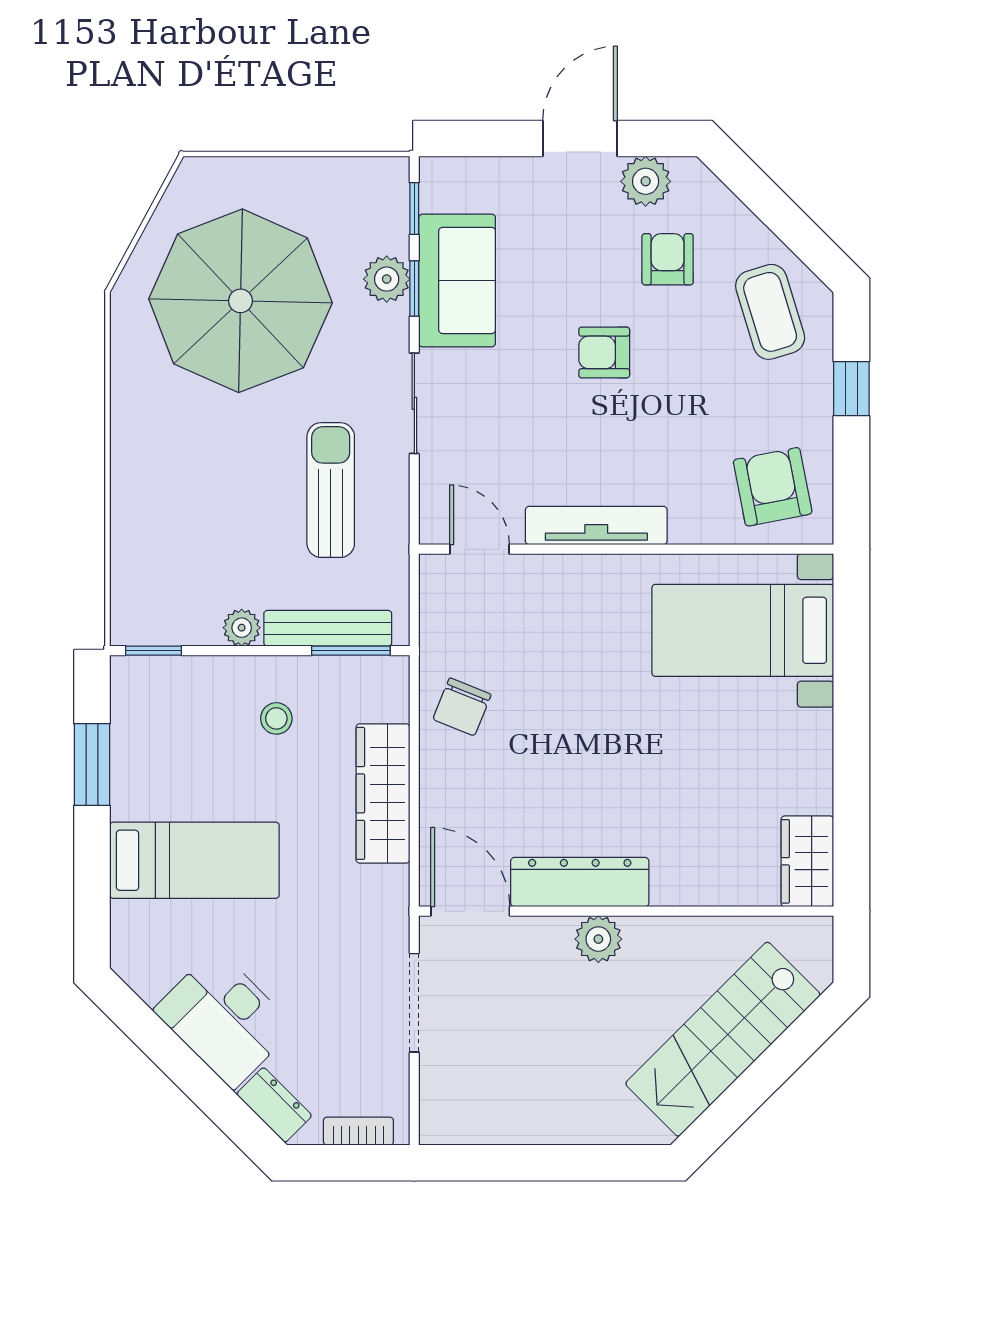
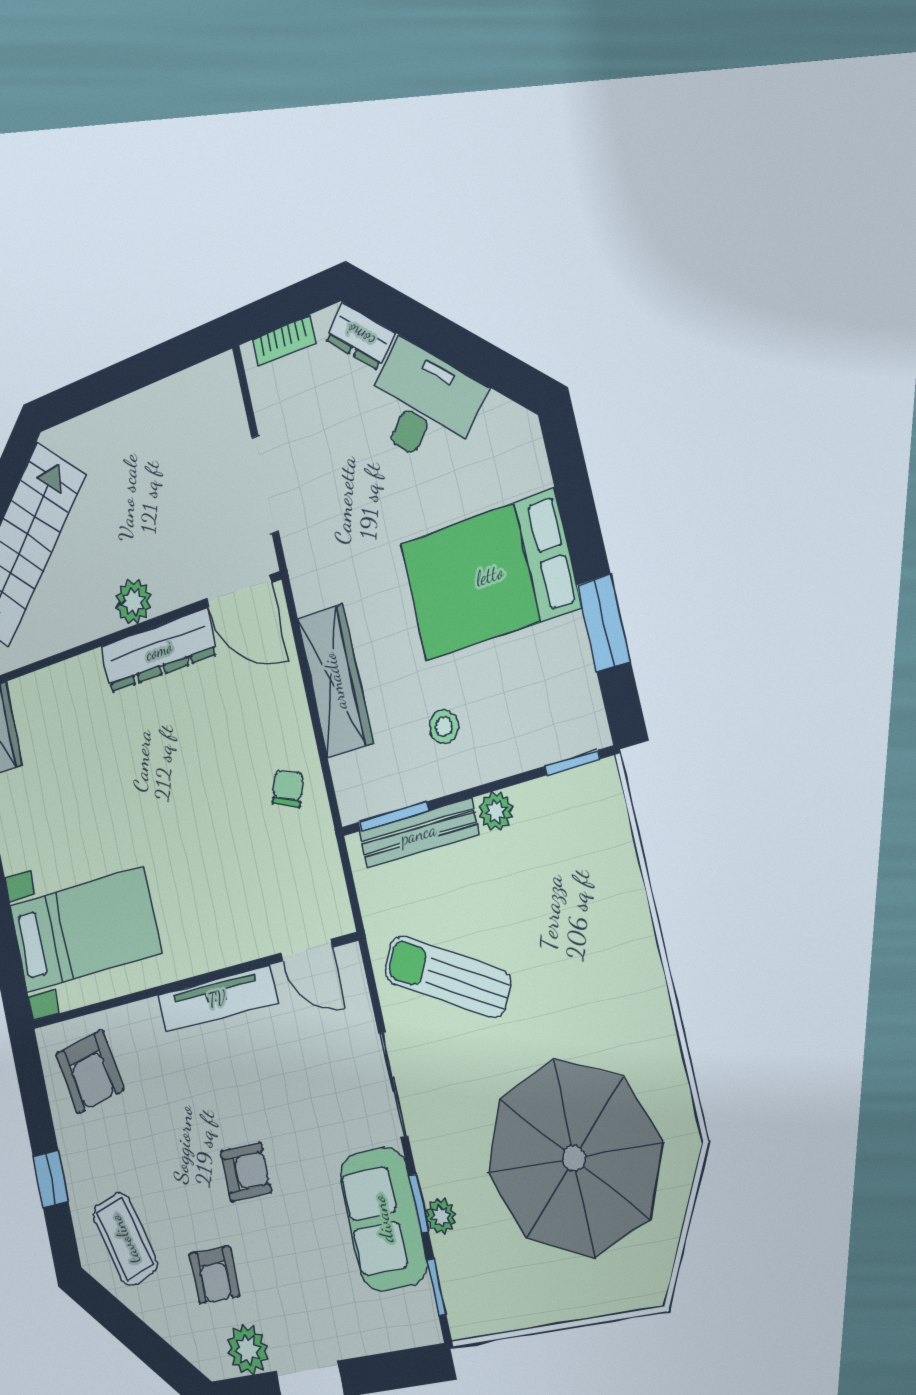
plant: (387, 279) -> (441, 1216), width x0.73, depth x0.73
sun lounger: (331, 490) -> (447, 977), turned 119
chair: (462, 707) -> (288, 789), width x0.73, depth x0.73
bed: (194, 860) -> (490, 575), width x1.50

